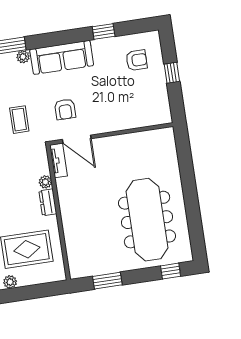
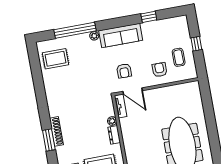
armchair: (137, 60) -> (160, 70), moved, turned -90
coffee table: (19, 120) -> (179, 57), moved

